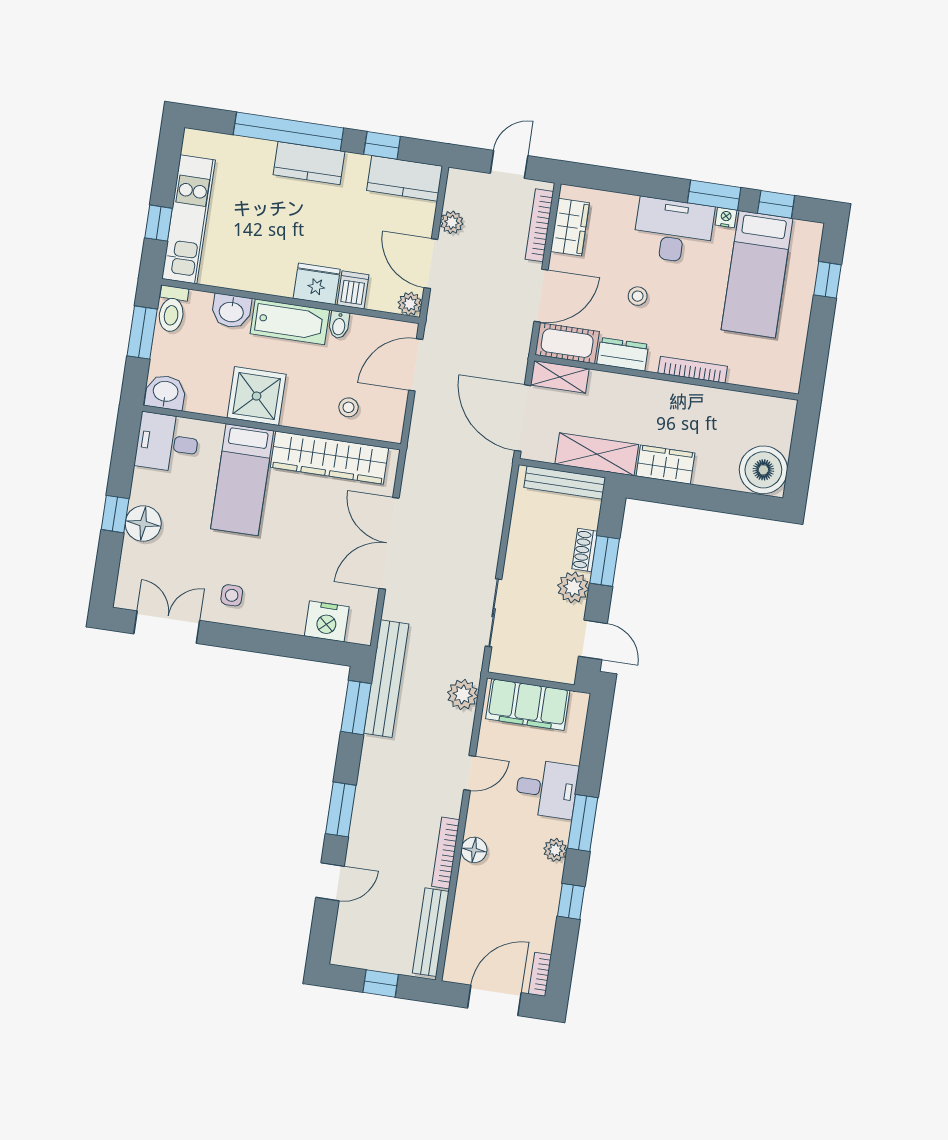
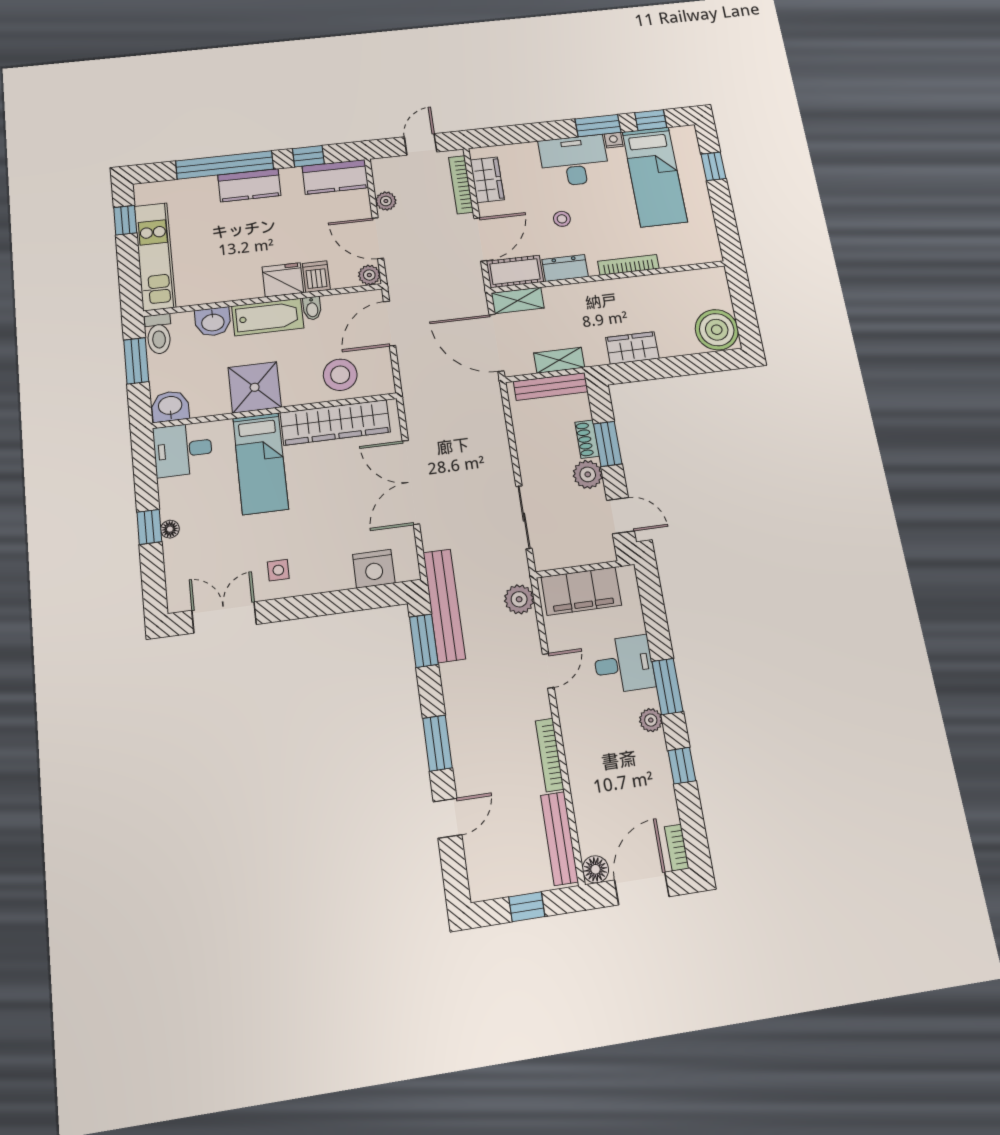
window: (159, 223) -> (125, 220), moved
stool: (349, 407) -> (340, 375), width x1.89, depth x1.89
shelving: (597, 454) -> (559, 360), width x0.67, depth x0.75
floor lamp: (143, 524) -> (170, 529), width x0.53, depth x0.53
floor lamp: (474, 850) -> (595, 869), moved

